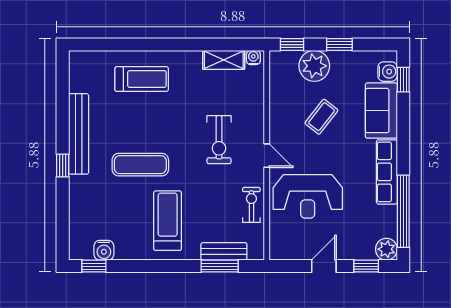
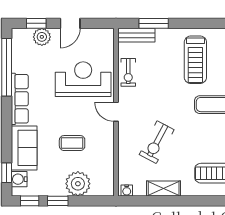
window: (292, 45) -> (30, 201), moved
shelving: (224, 60) -> (164, 188), moved
coffee table: (321, 117) -> (72, 143), turned 52
exercise bike: (219, 140) -> (157, 142), moved, turned -152
plant: (386, 249) -> (42, 37), moved
bench: (224, 251) -> (136, 35), moved

